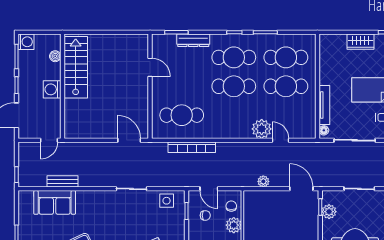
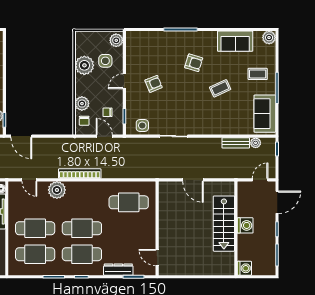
washing machine: (26, 42) -> (244, 268), moved, turned 180
boiler: (55, 56) -> (242, 255), removed
stairs: (76, 67) -> (224, 224), moved
door: (150, 67) -> (157, 258), moved
door: (49, 140) -> (260, 180), moved
door: (129, 140) -> (193, 180), moved
door: (281, 140) -> (29, 180), moved
bookcase: (192, 147) -> (80, 174), moved
plant: (263, 181) -> (256, 143), moved
sofa: (55, 202) -> (265, 114), moved, turned -90

